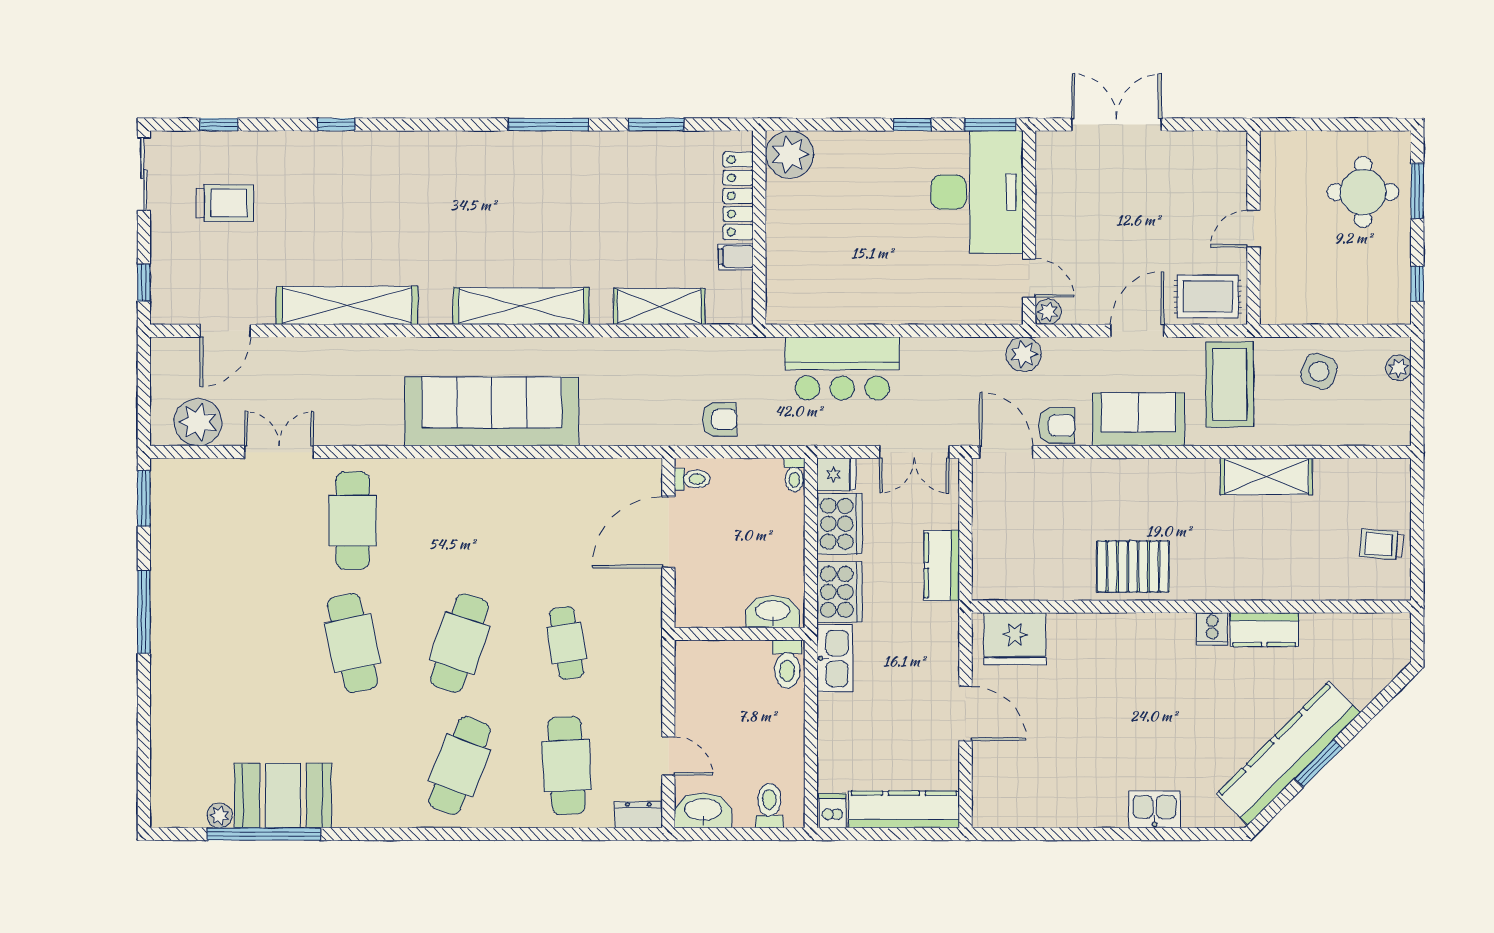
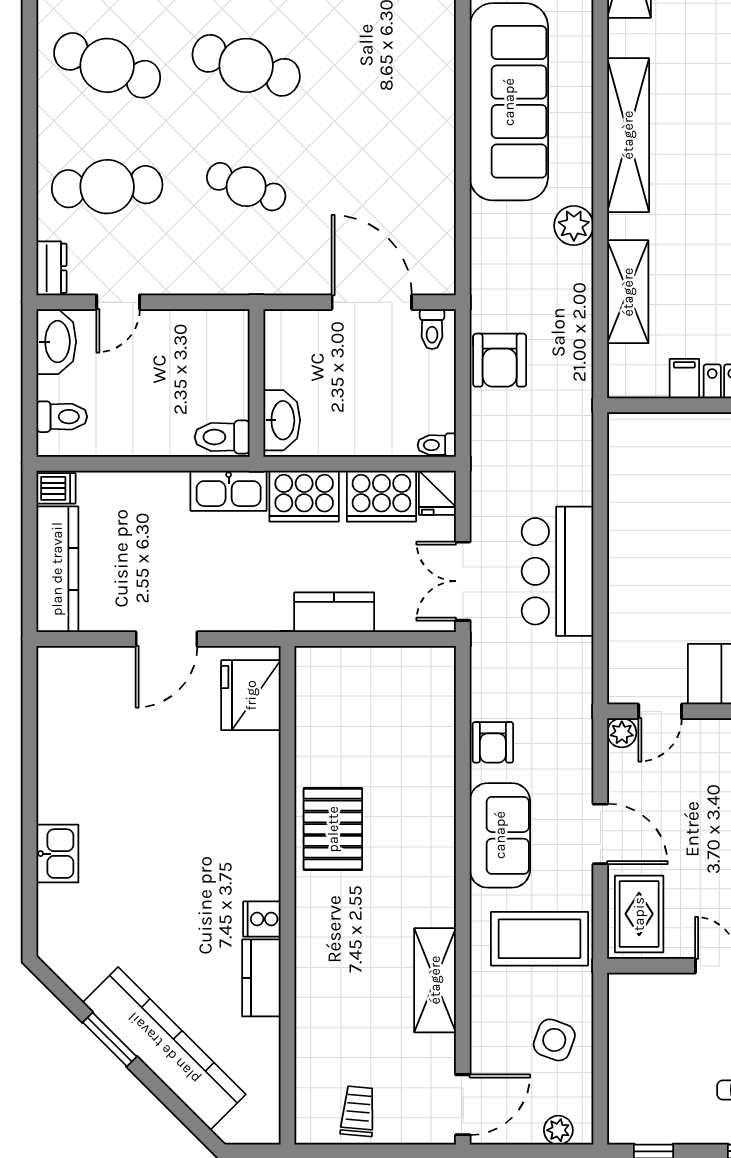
plant: (1024, 354) -> (574, 226), moved
bar counter: (842, 368) -> (558, 571), moved
armchair: (720, 419) -> (500, 360), width x1.38, depth x1.38
door: (1006, 452) -> (463, 1105), moved
cafe table: (567, 643) -> (246, 187), turned 30
kitchen counter: (1288, 753) -> (164, 1048), moved

